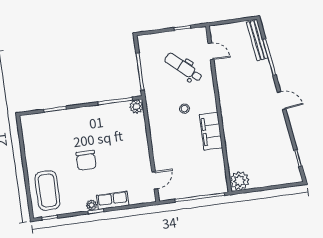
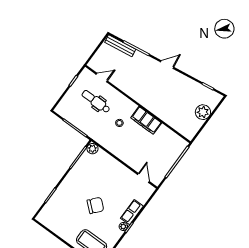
dental chair: (183, 67) -> (96, 102), turned 49
chair: (86, 160) -> (95, 205), turned -49
plant: (240, 181) -> (203, 112), moved

